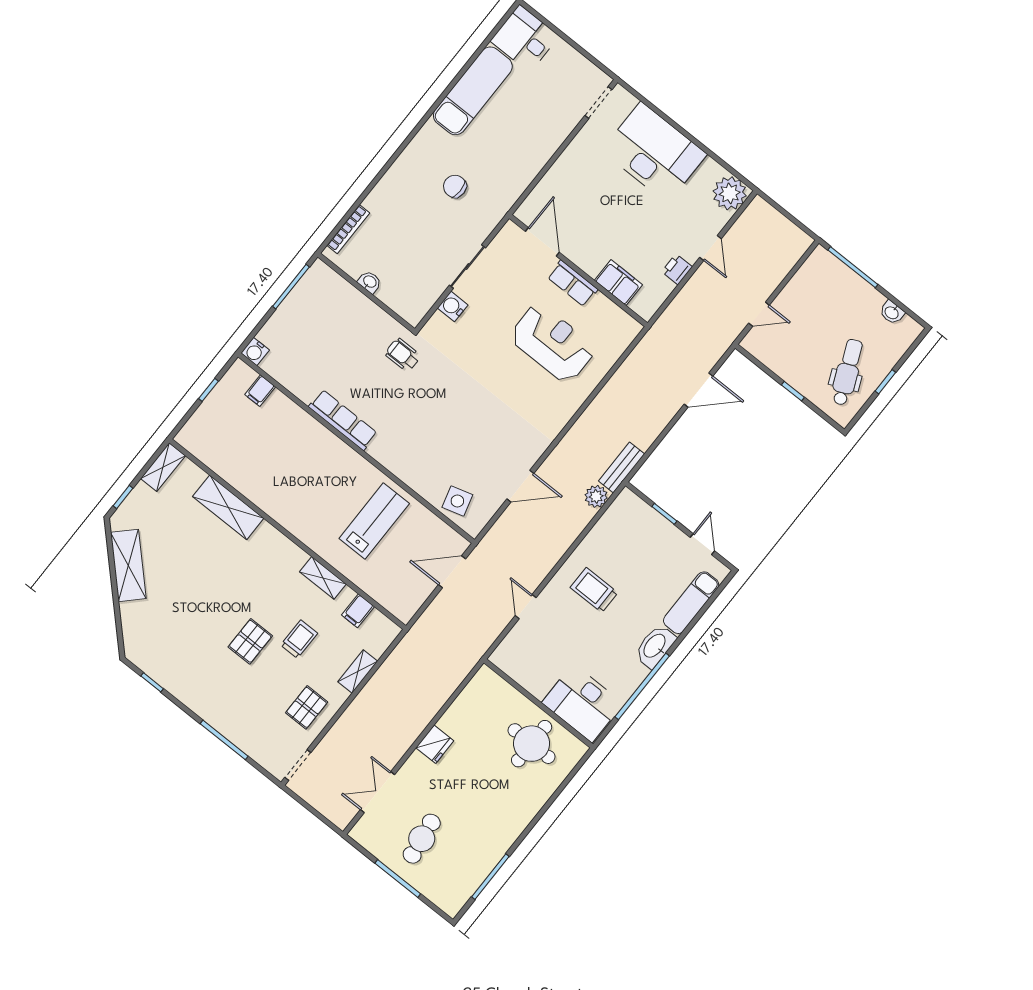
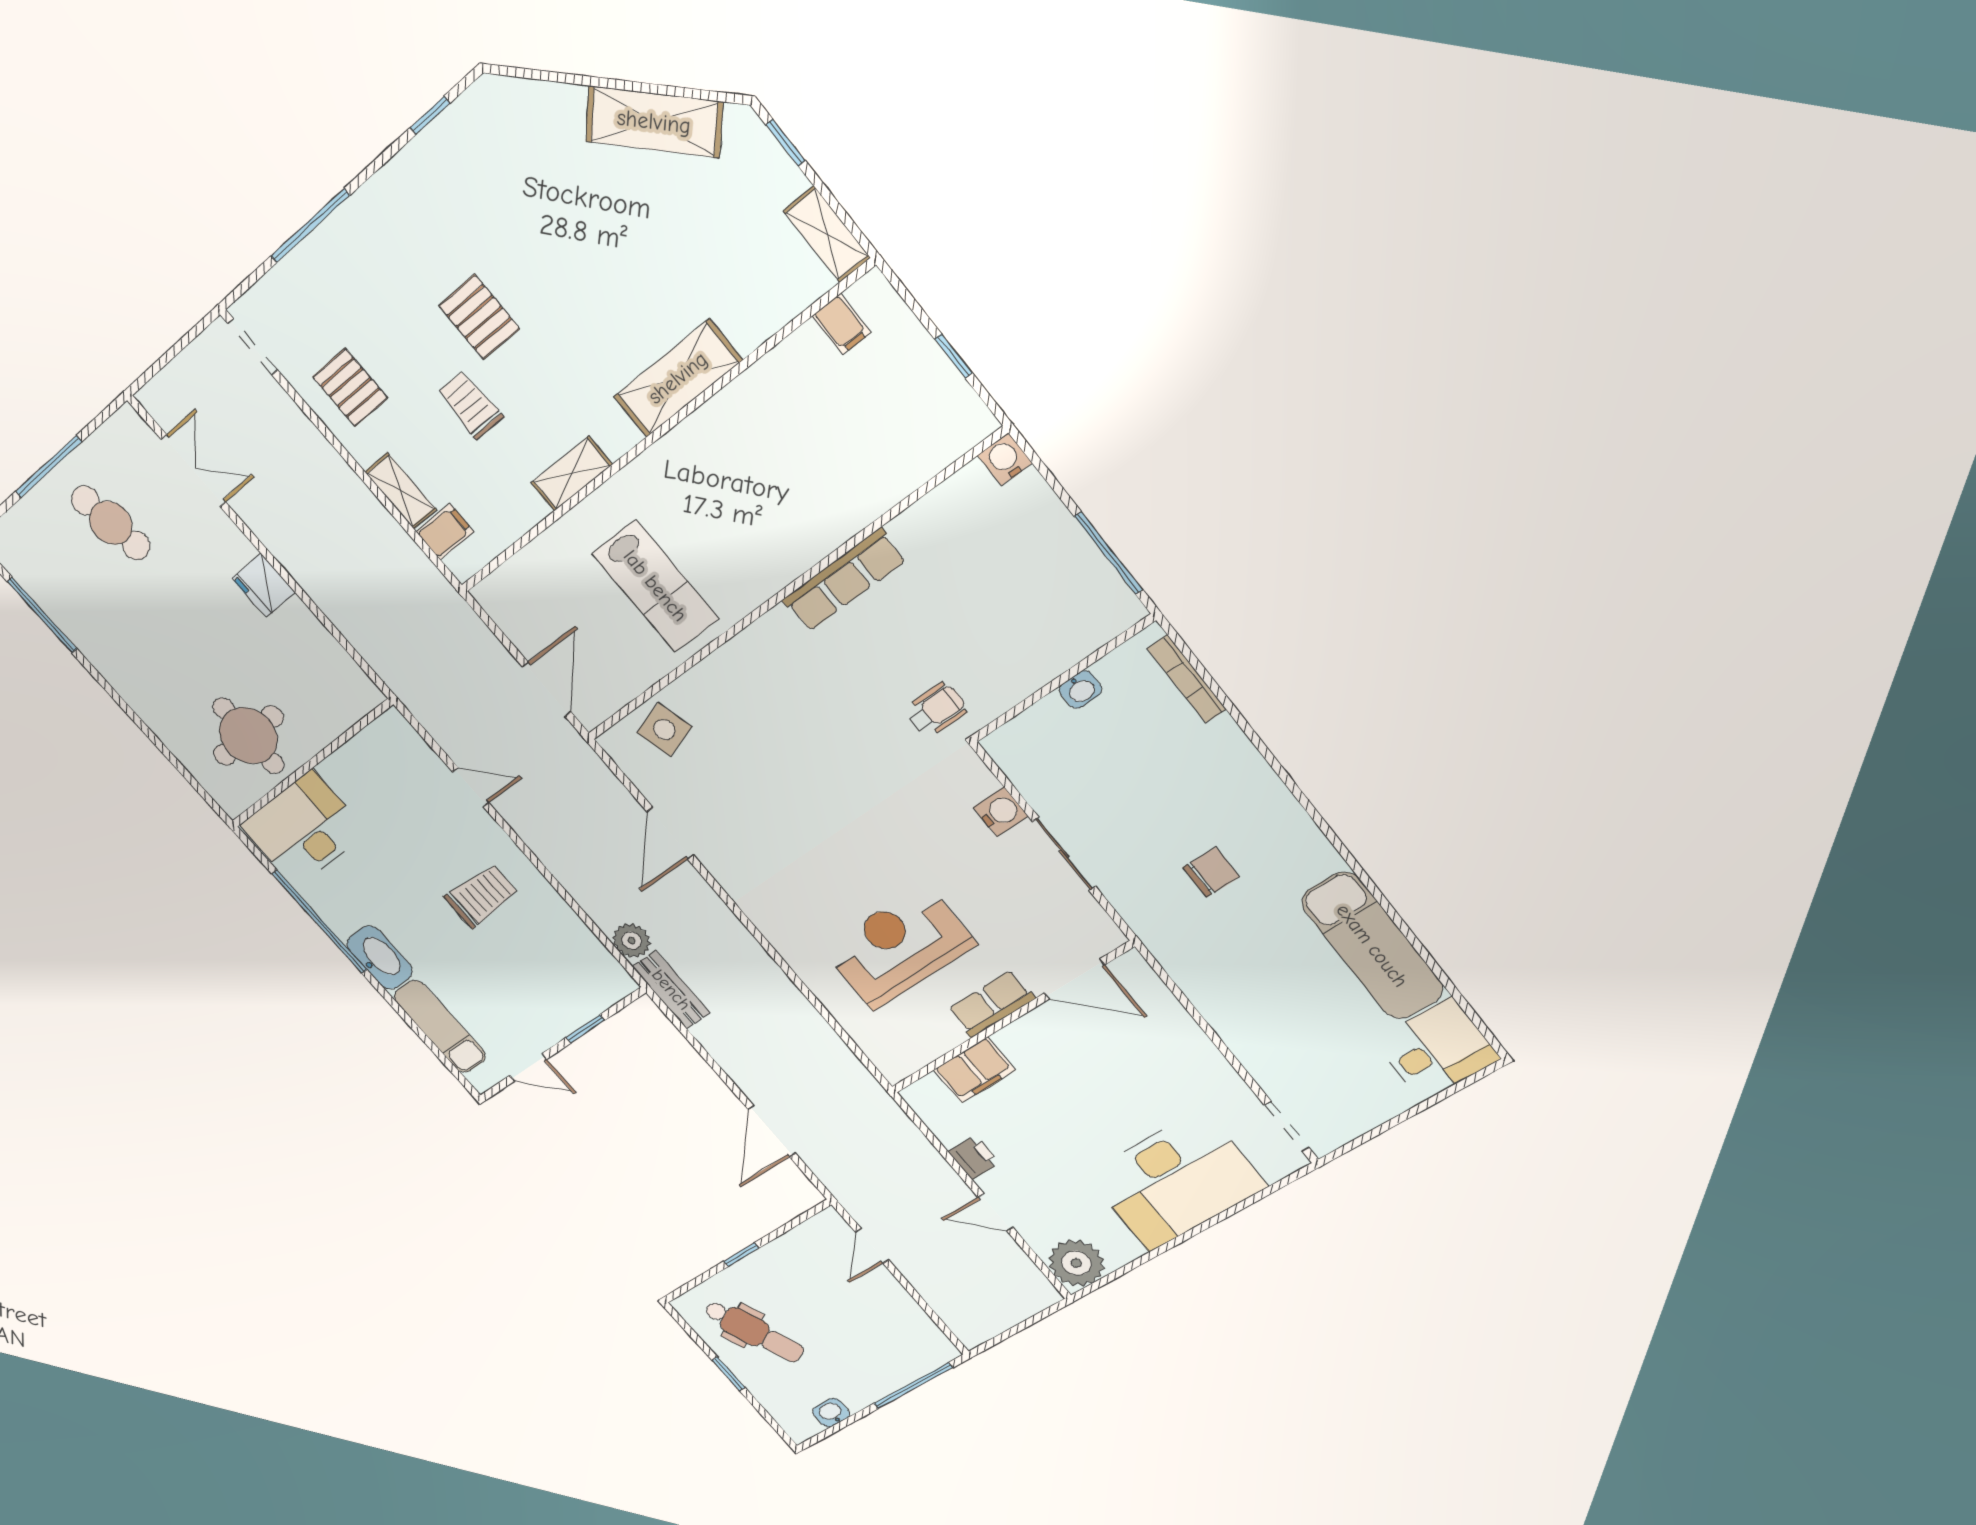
reception desk: (552, 343) -> (899, 947), turned 180
filing cabinet: (260, 391) -> (841, 324), moved, turned 180
shelving: (228, 507) -> (678, 378), moved
filing cabinet: (358, 611) -> (445, 532), moved, turned 90
trolley: (299, 639) -> (471, 405), turned 180

